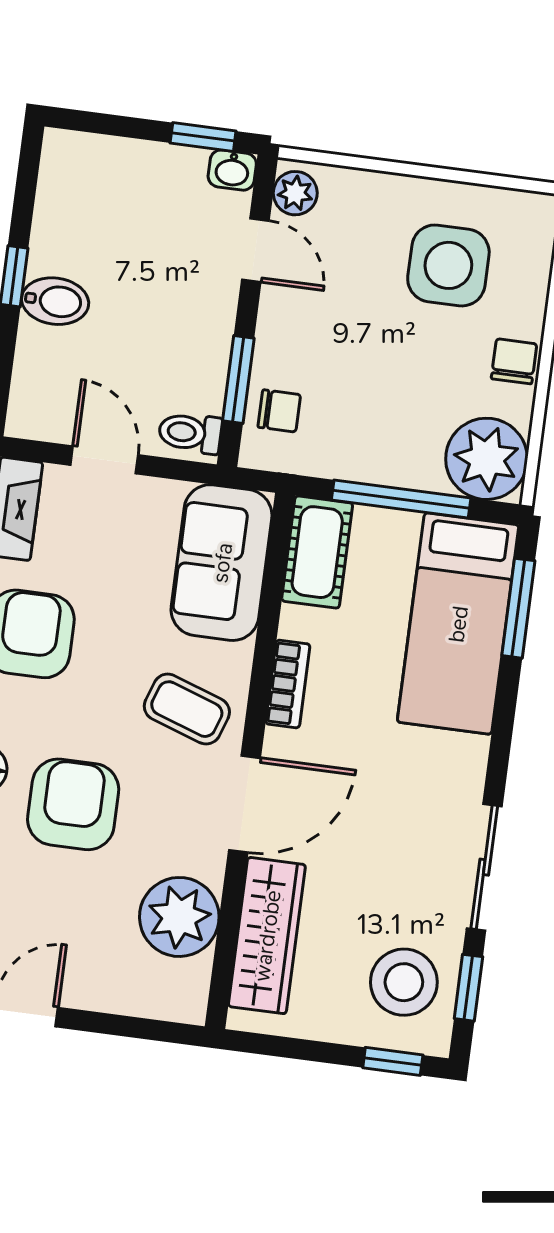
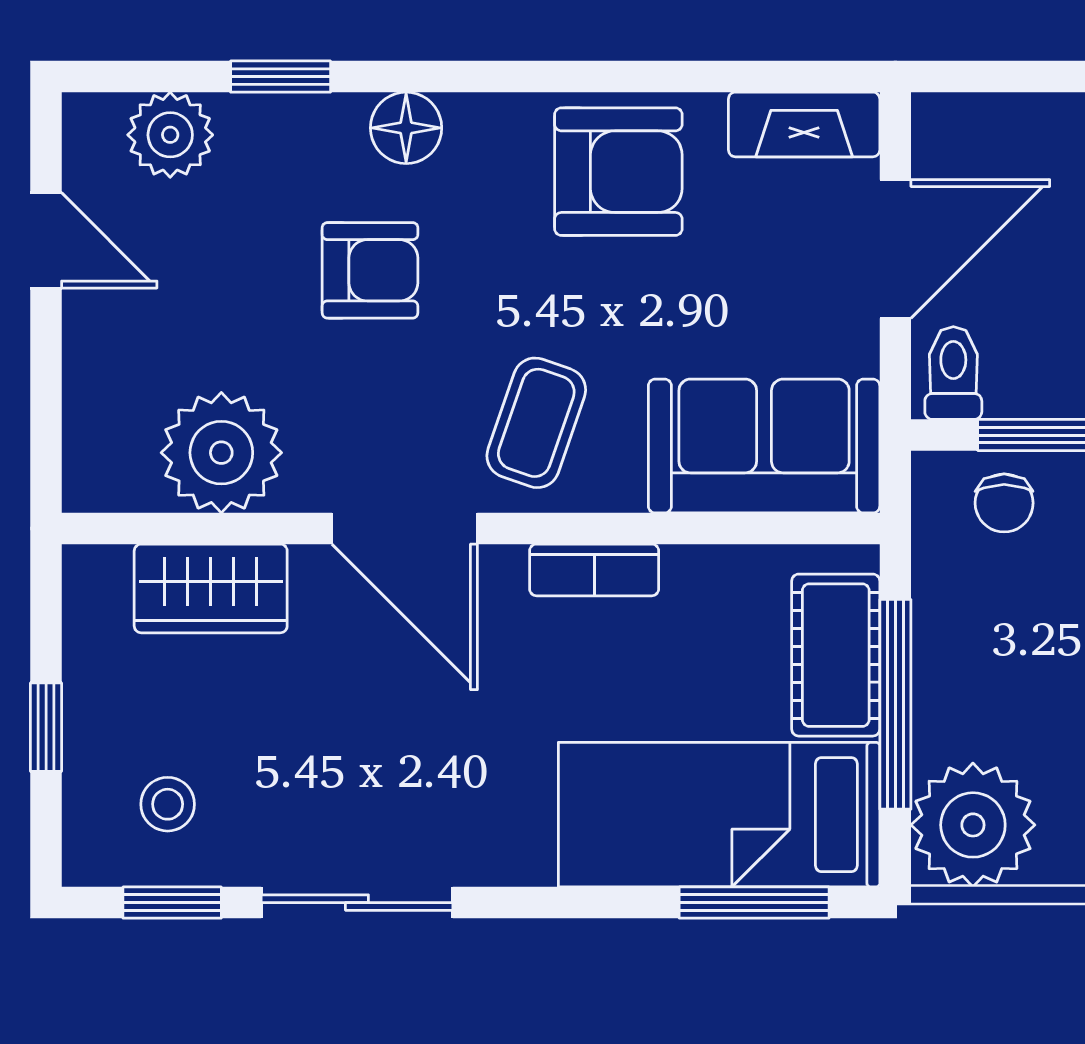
door: (104, 460) -> (895, 249), width x1.38
cot: (317, 552) -> (836, 655), moved, turned 90
armchair: (73, 804) -> (370, 270), width x0.72, depth x0.72
wardrobe: (267, 936) -> (211, 588), width x0.67
stool: (404, 982) -> (168, 804), width x0.53, depth x0.53
window: (393, 1061) -> (46, 727), moved

